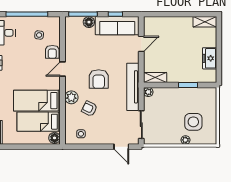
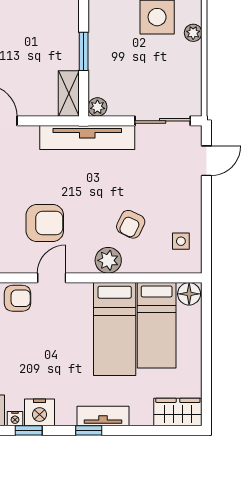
door: (62, 69) -> (52, 278), swing flipped
armchair: (99, 79) -> (45, 223), moved
window: (188, 85) -> (84, 51), moved

